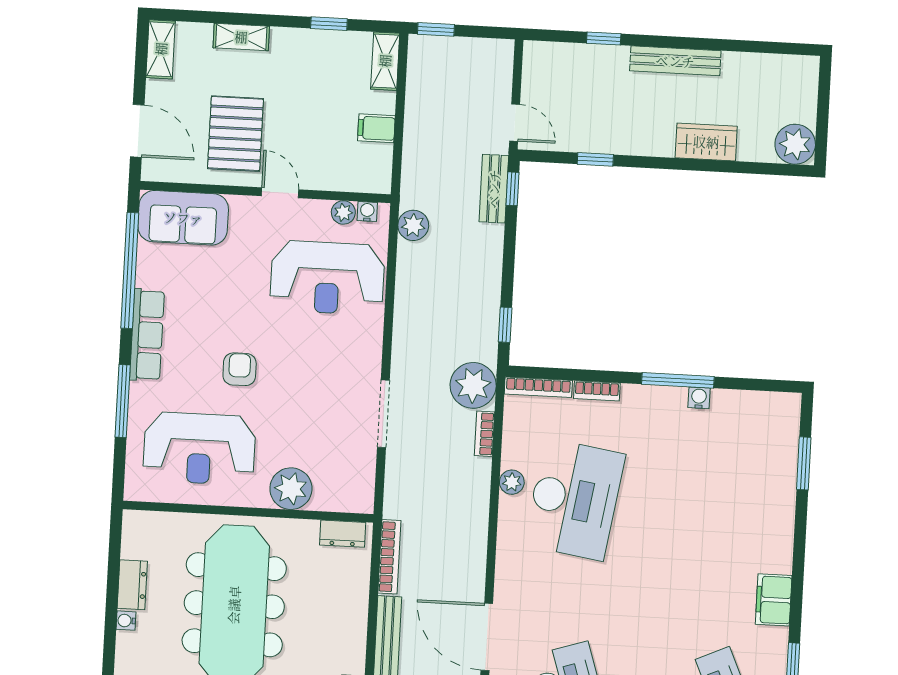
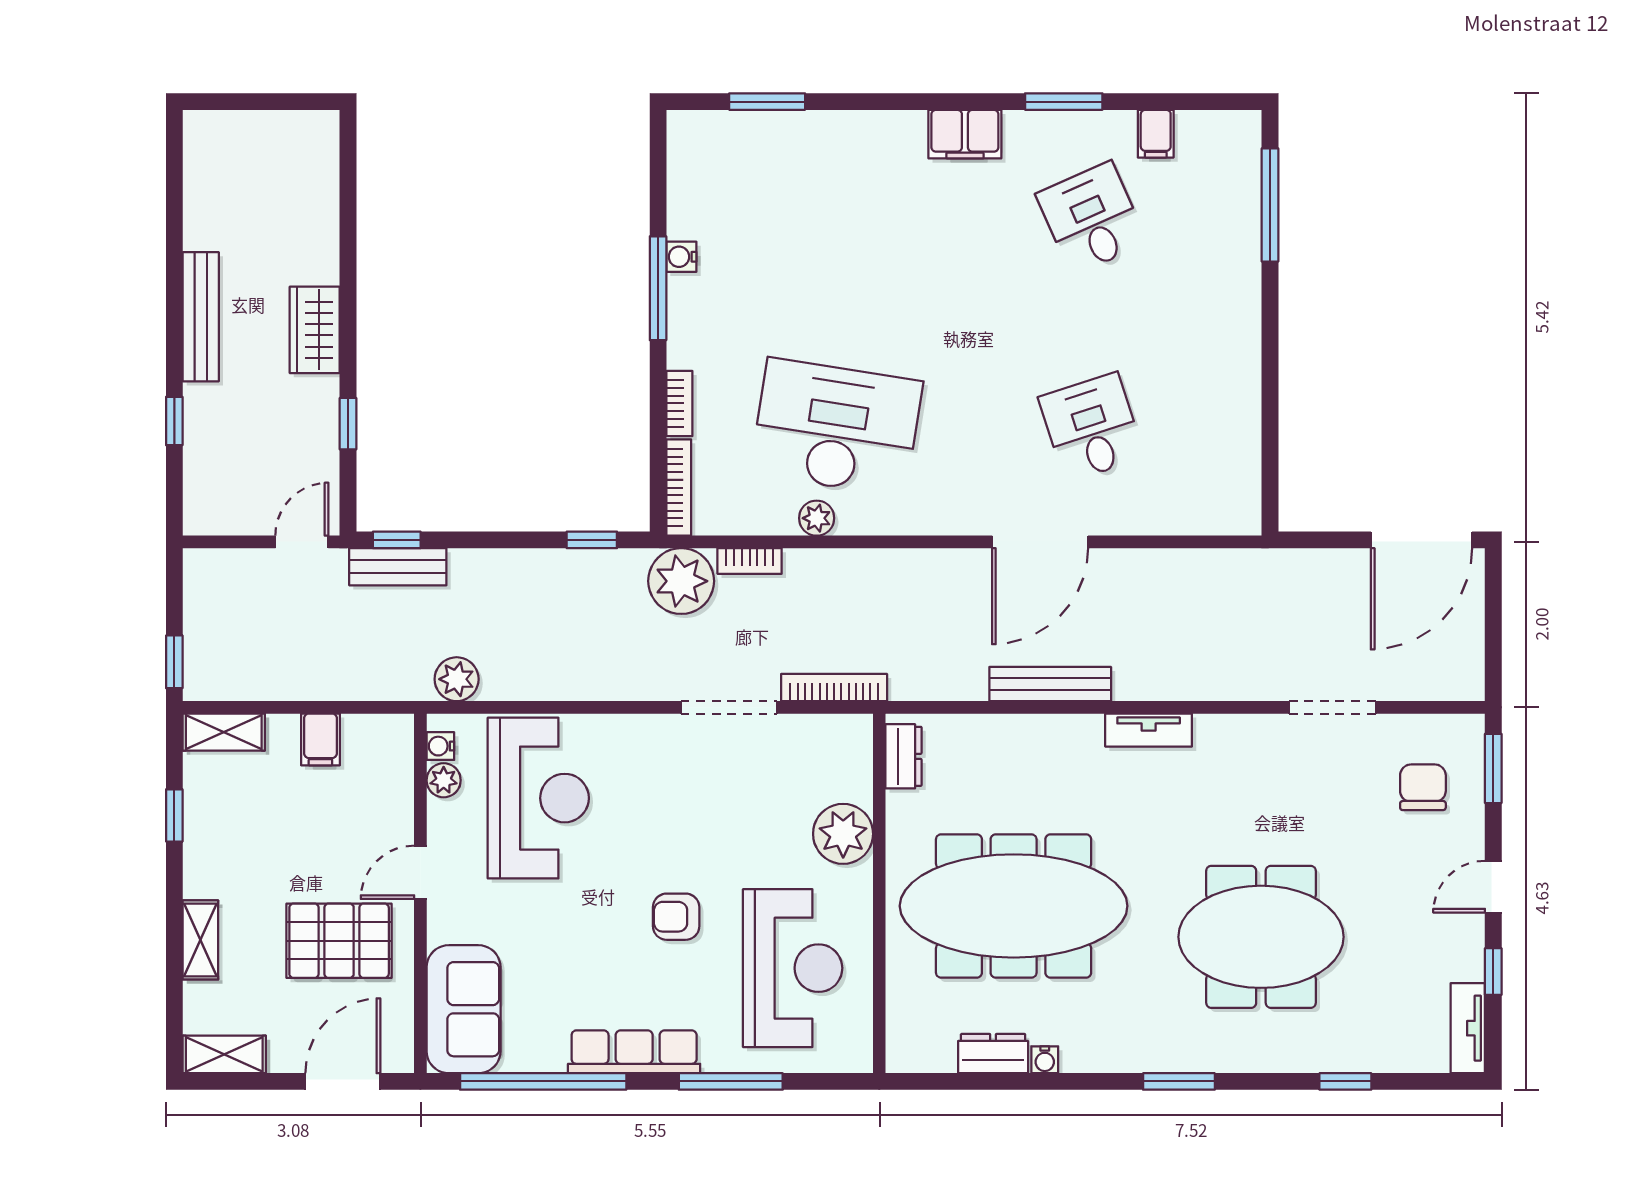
wardrobe: (706, 142) -> (315, 330), moved
plant: (795, 144) -> (311, 139), removed
bookcase: (389, 557) -> (834, 688), moved

